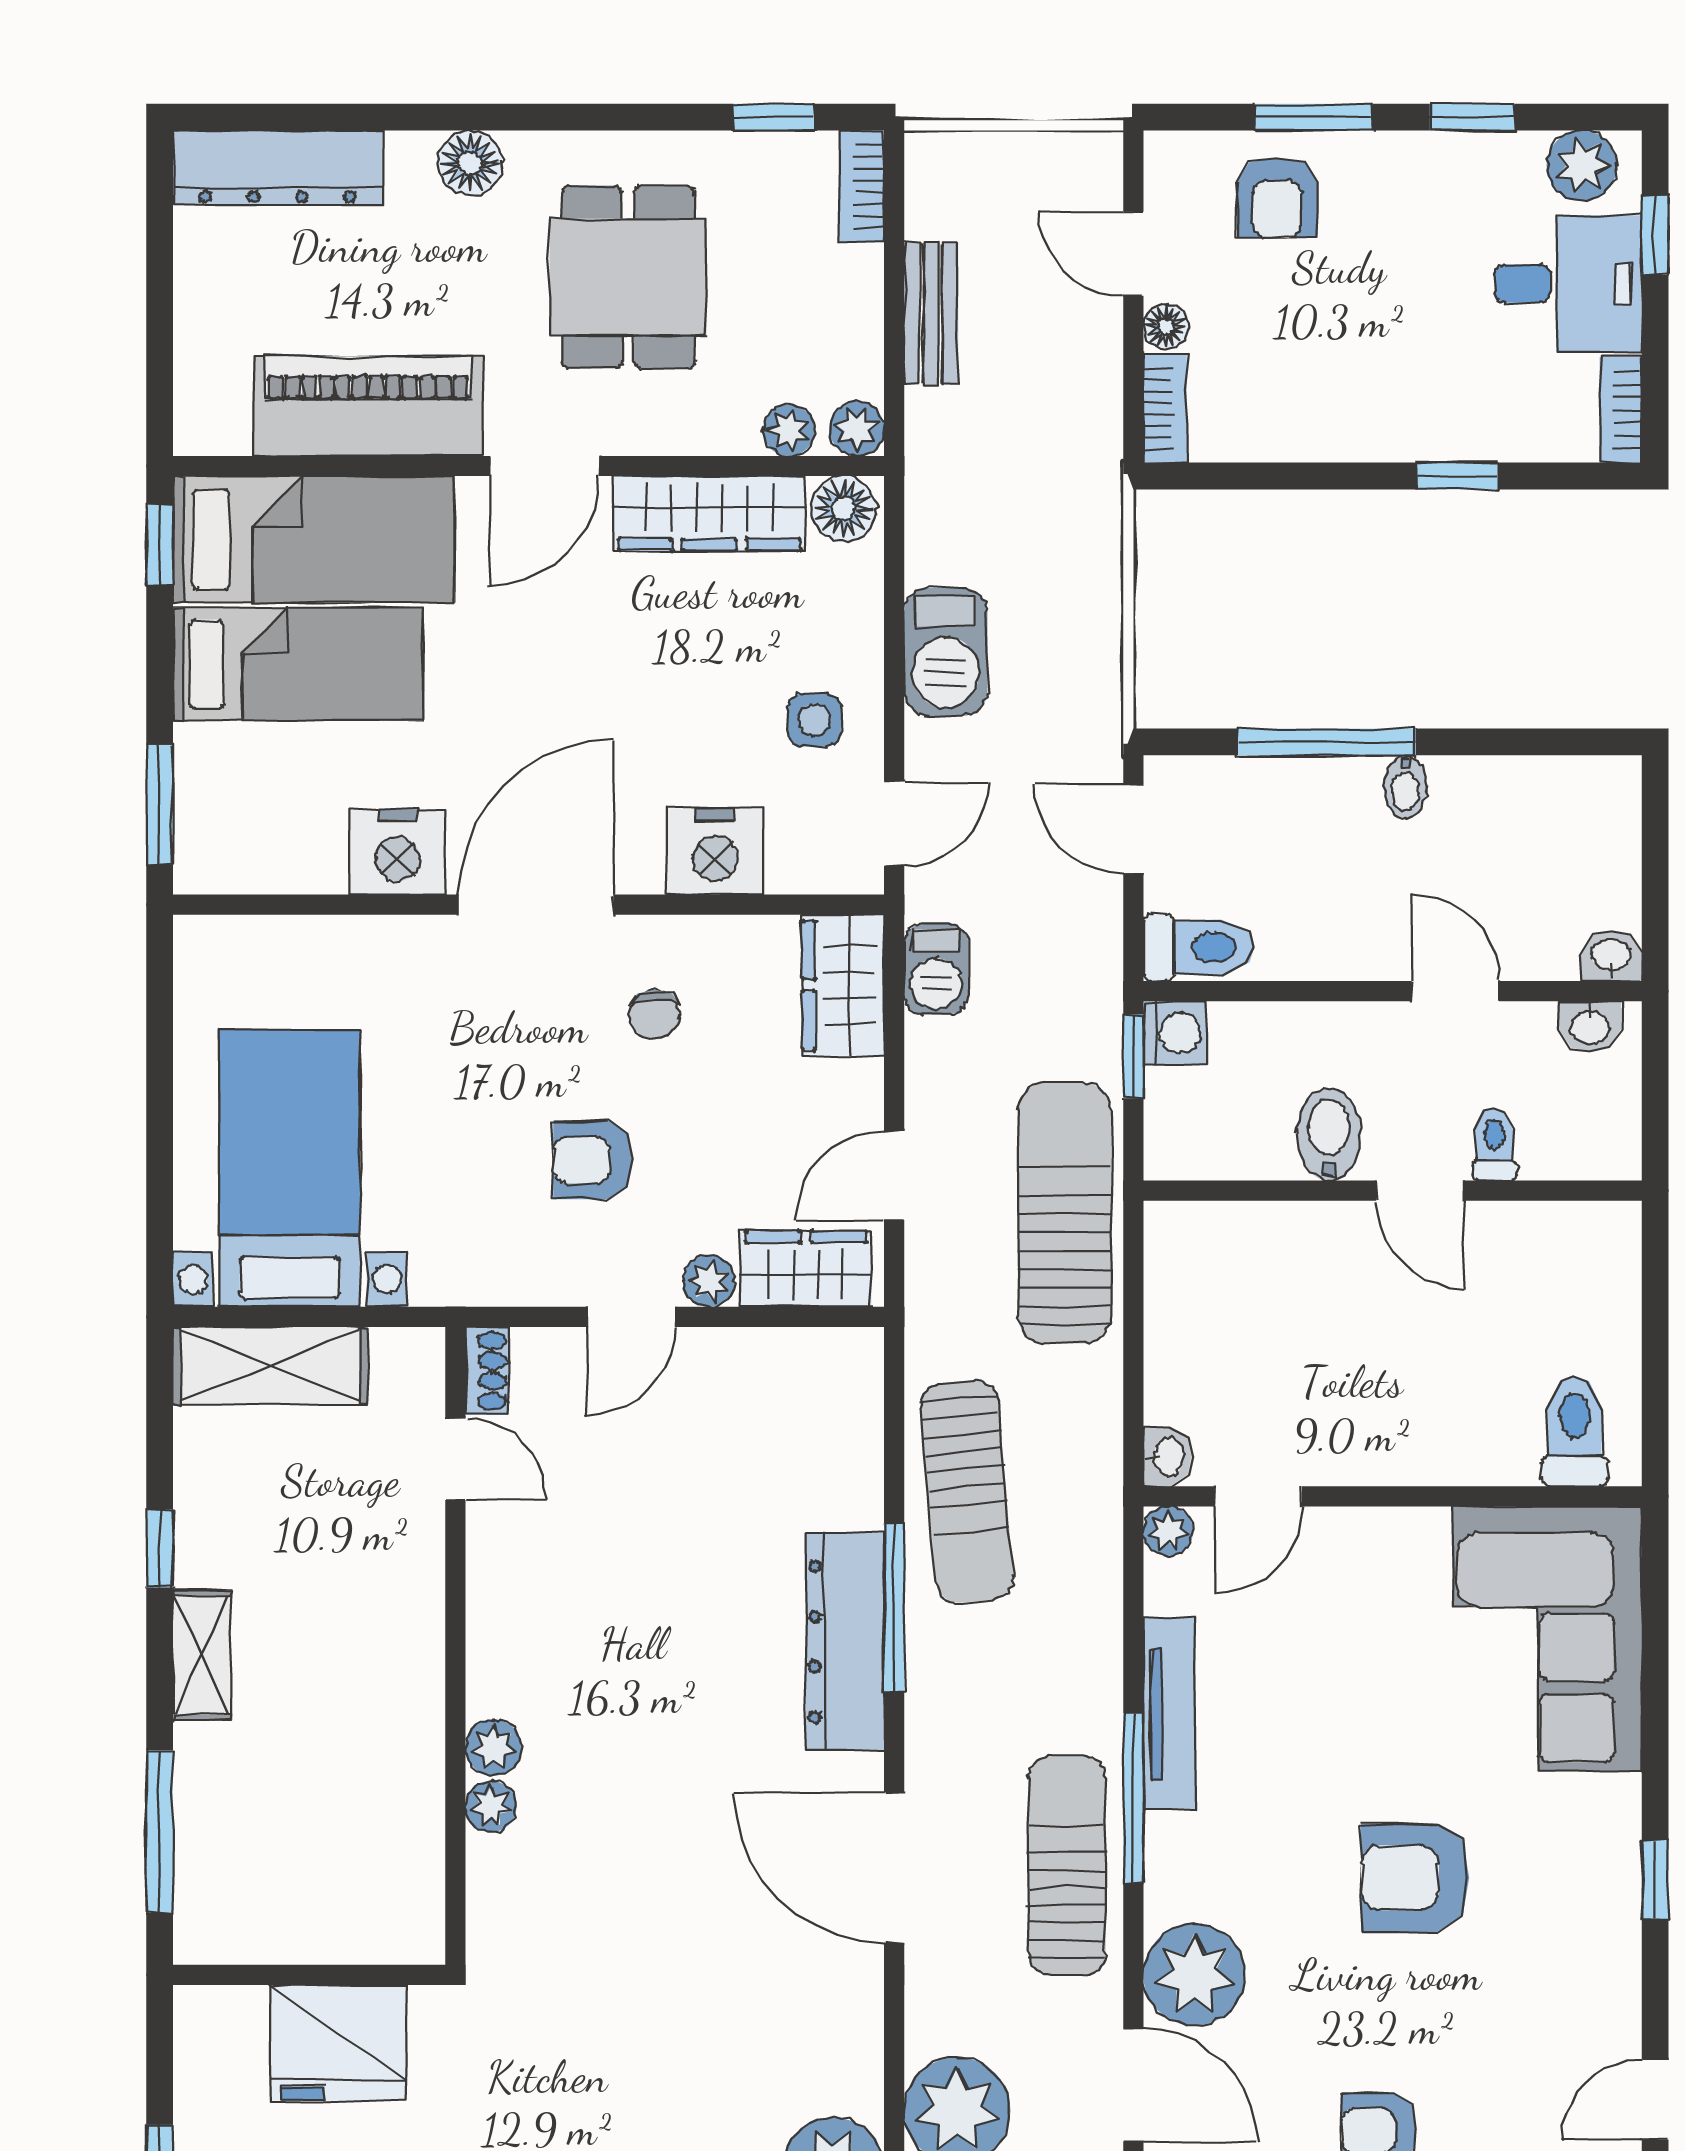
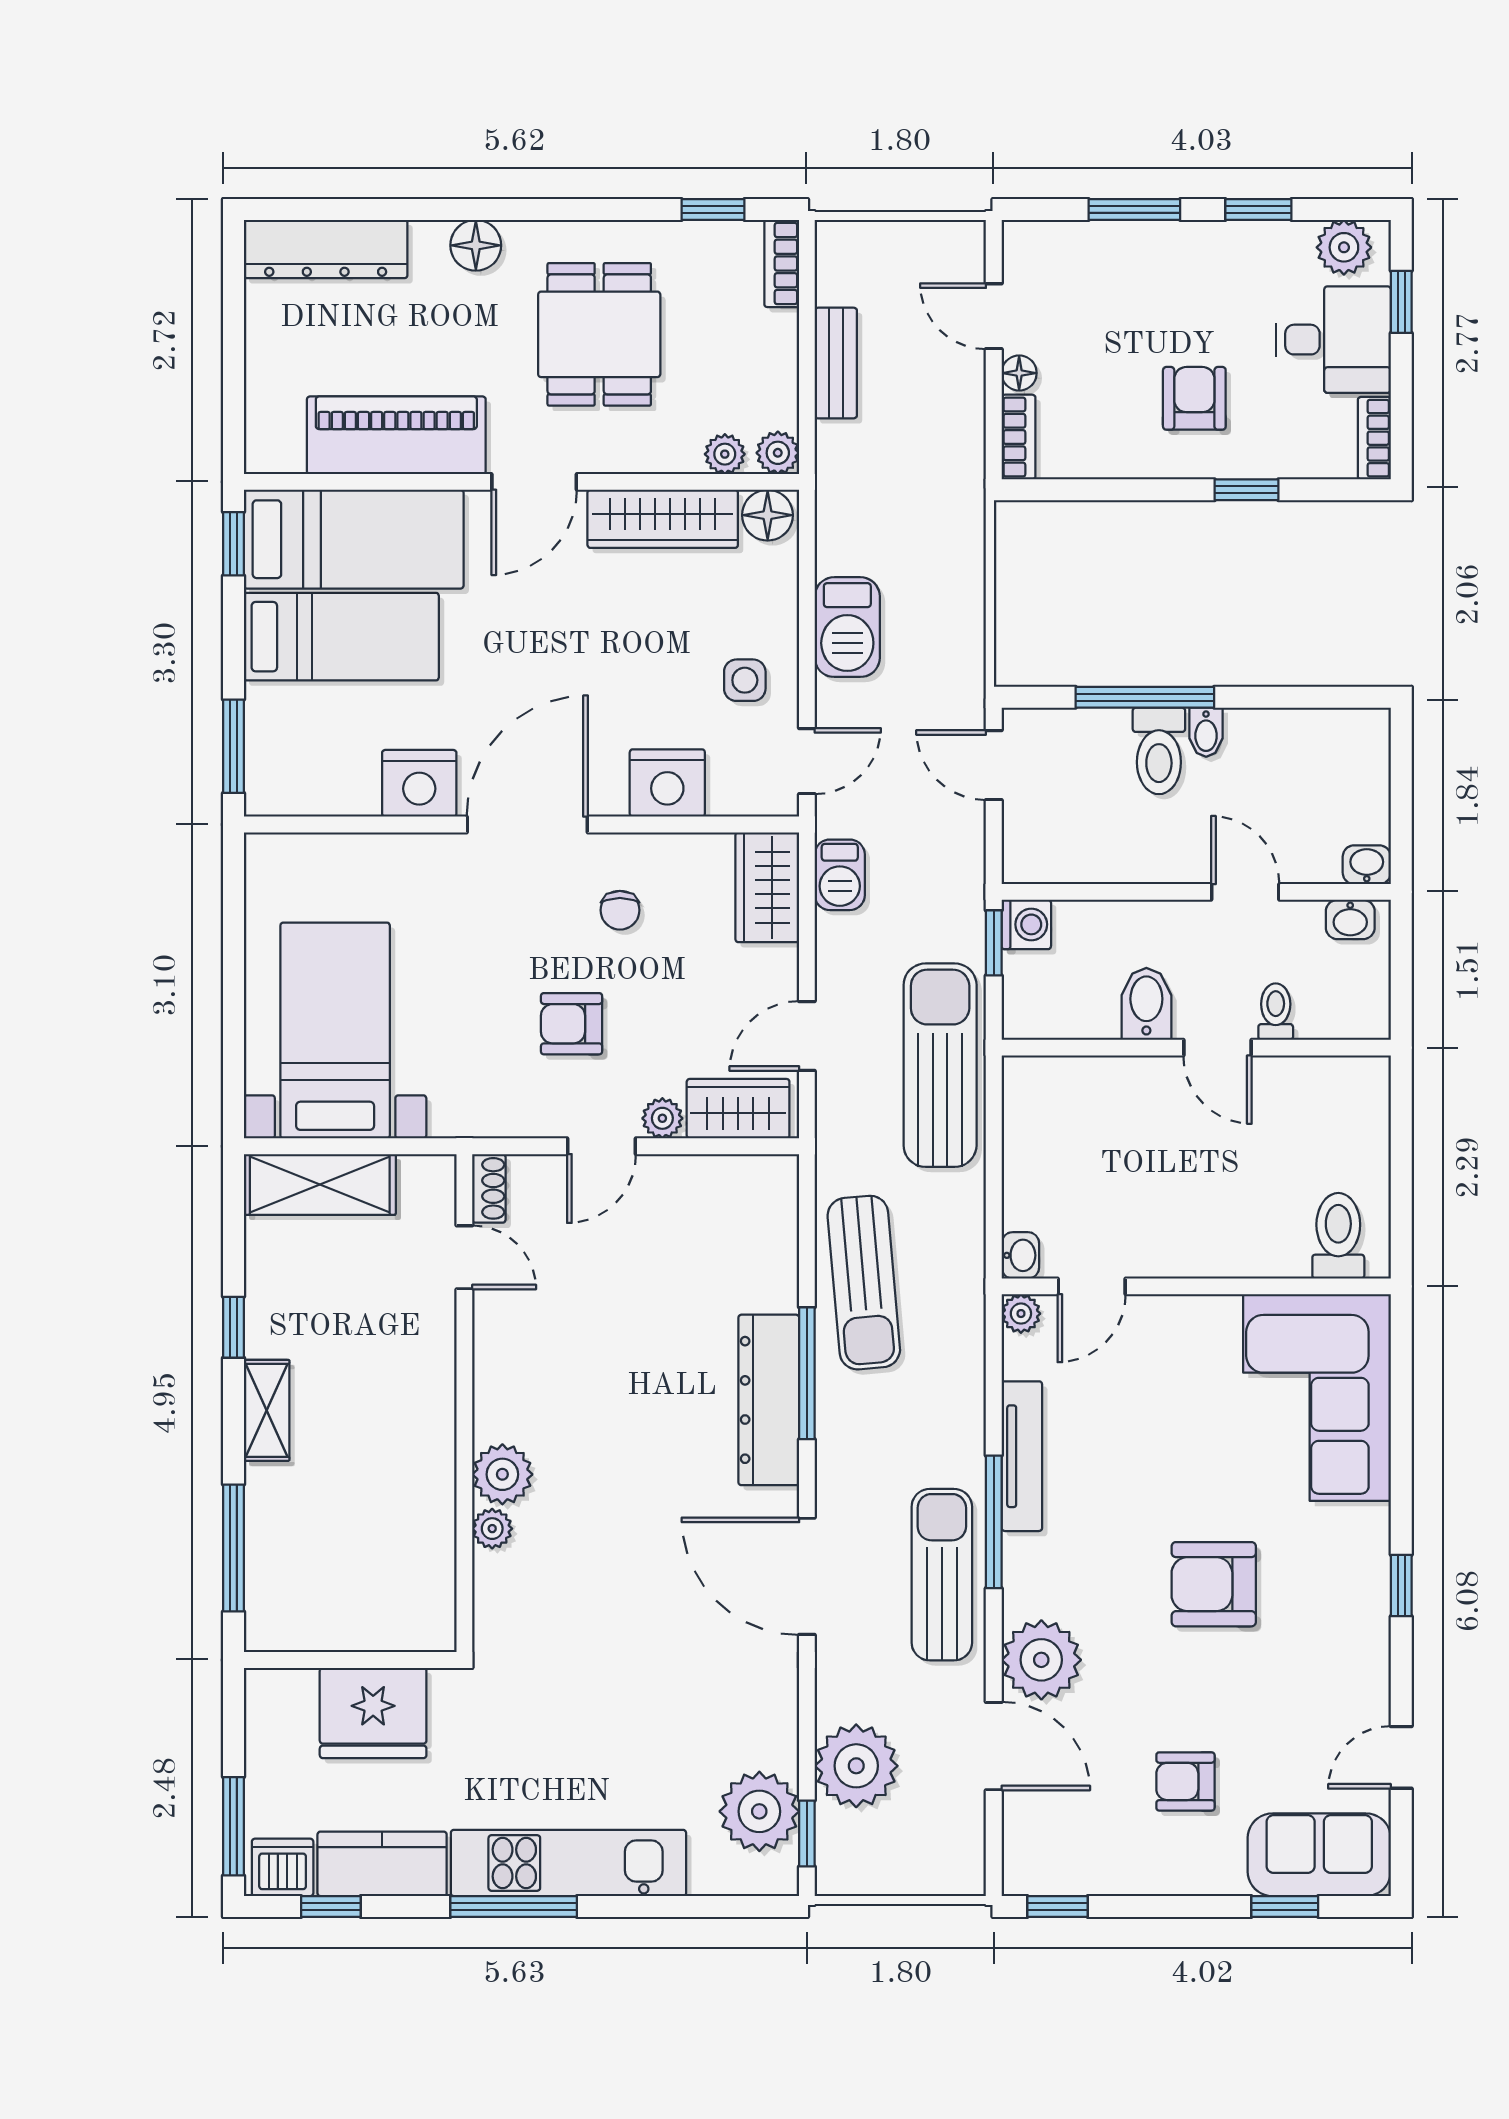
armchair: (1277, 198) -> (1194, 398), moved, turned 180
toilet: (1199, 948) -> (1159, 751), moved, turned 90
plant: (493, 1748) -> (502, 1474), width x1.38, depth x1.38

